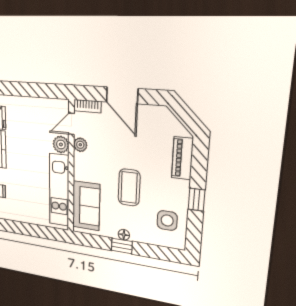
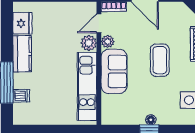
coffee table: (129, 187) -> (160, 60), moved
sofa: (86, 206) -> (114, 71), moved

